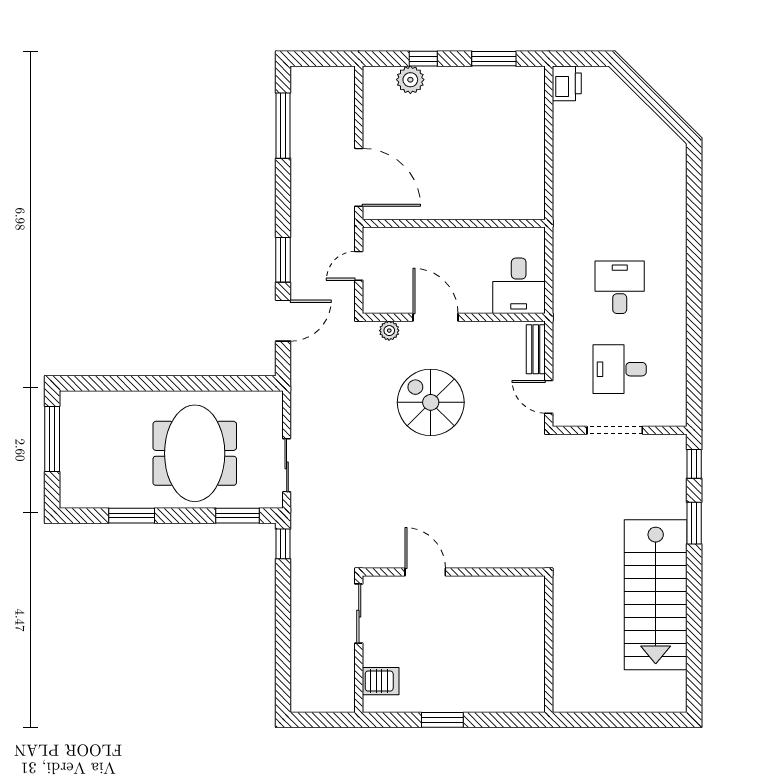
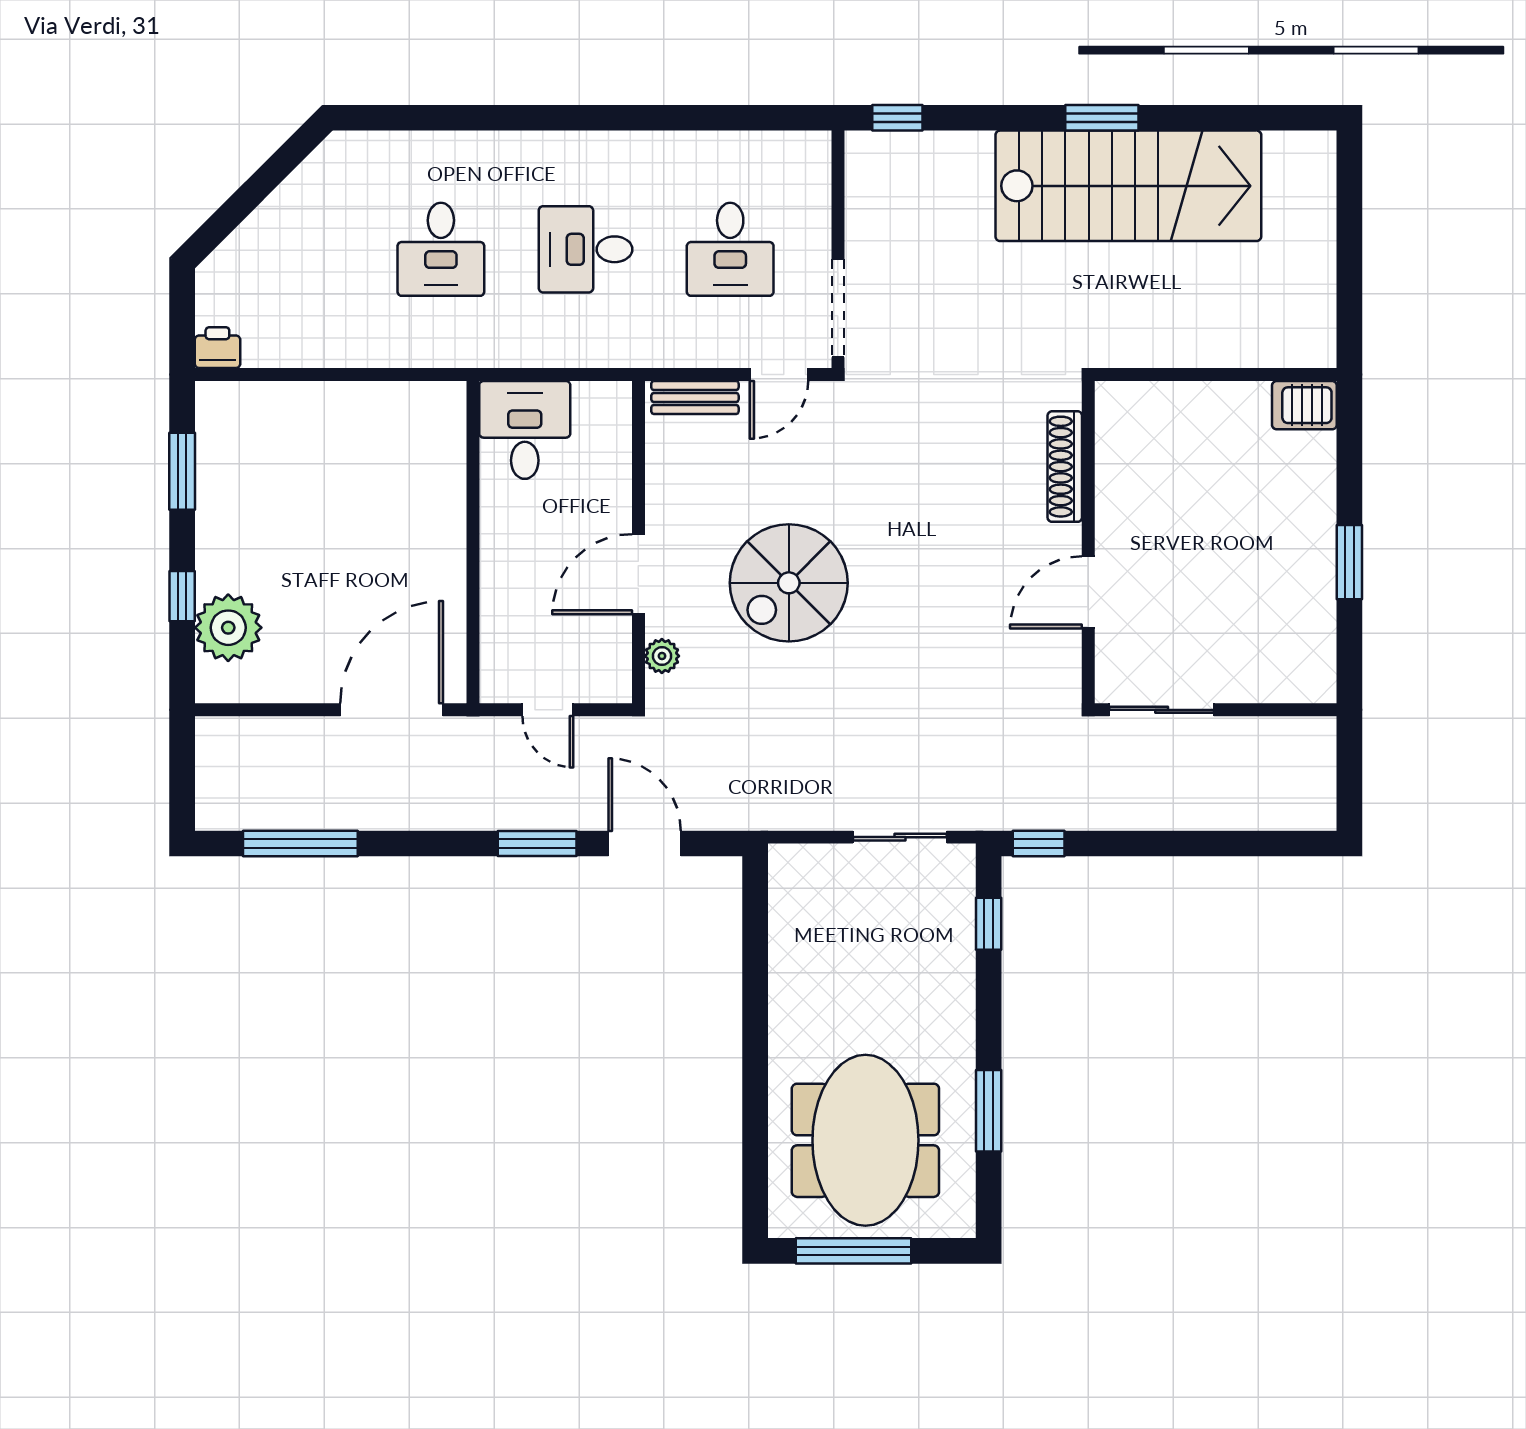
plant: (410, 80) -> (228, 628), width x1.36, depth x1.36
printer: (567, 83) -> (217, 348), width x0.73, depth x0.81
desk: (620, 205) -> (441, 249), added
desk: (519, 286) -> (525, 430), moved, turned -90
doorway: (615, 430) -> (838, 308), moved
meeting table: (195, 453) -> (865, 1140), moved, turned 90
window: (238, 516) -> (989, 924), width x0.67
window: (694, 523) -> (1102, 118), moved
shoe rack: (497, 559) -> (1065, 467), added
server rack: (381, 681) -> (1304, 405), moved, turned -90

